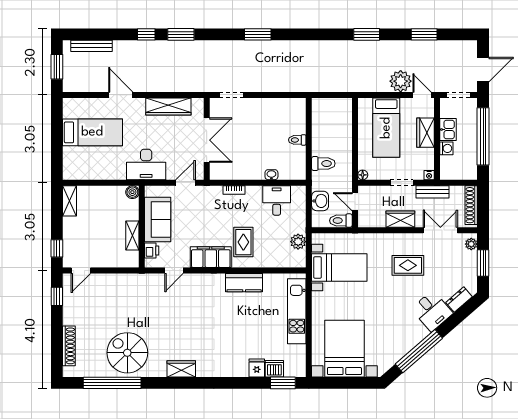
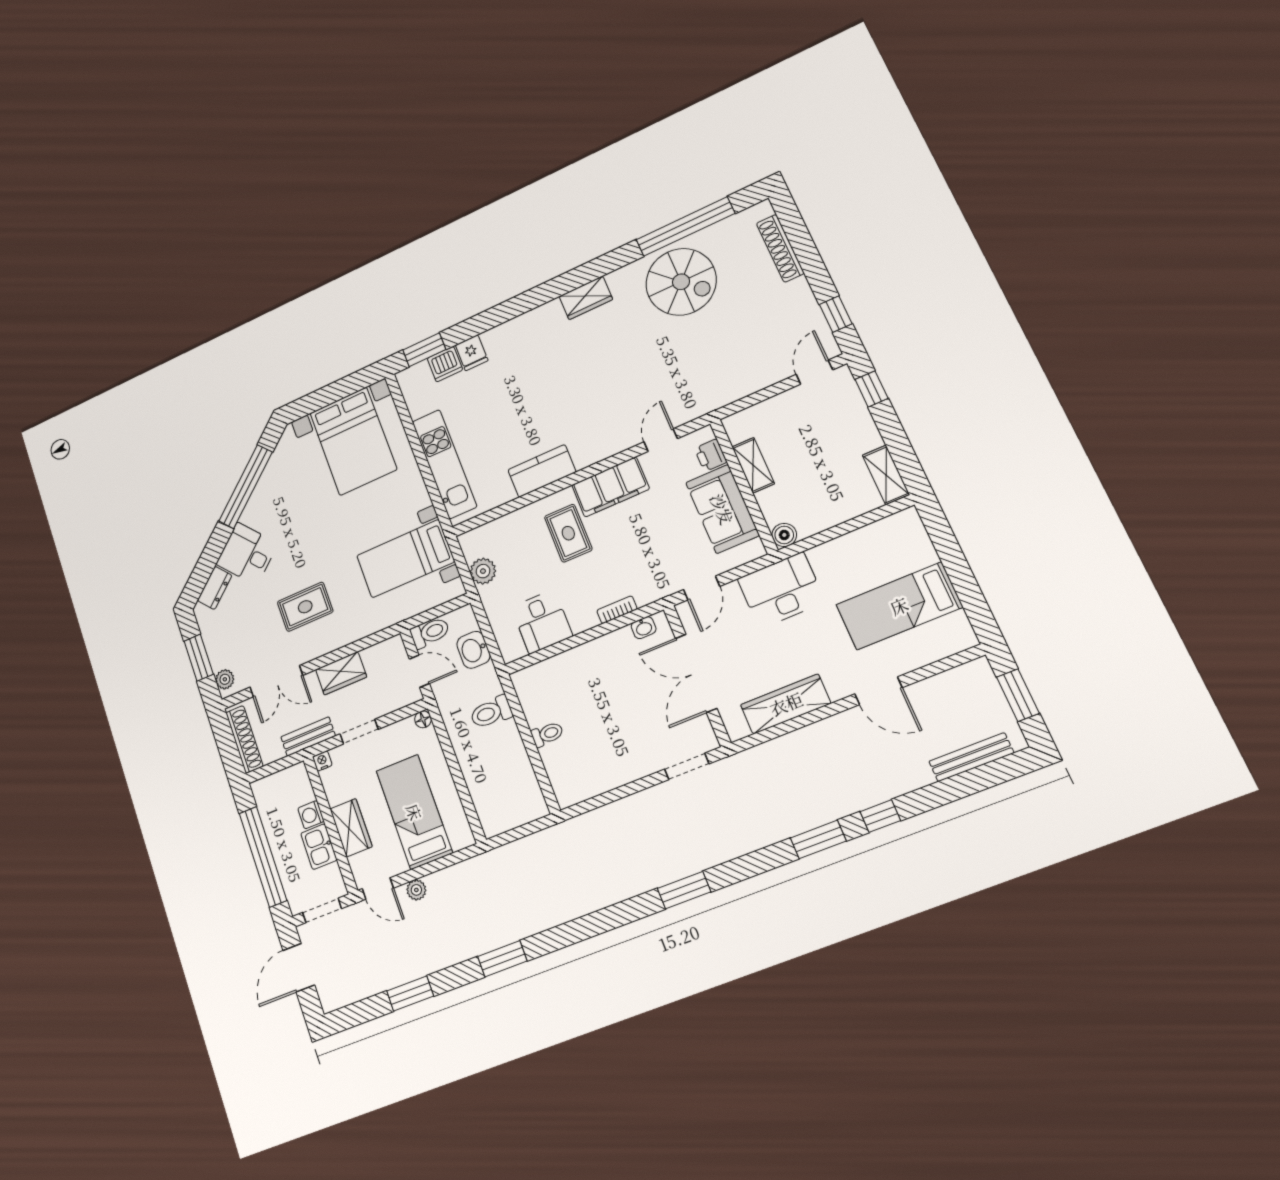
plant: (401, 81) -> (416, 890), width x0.53, depth x0.53
washbasin: (271, 175) -> (644, 628), moved

